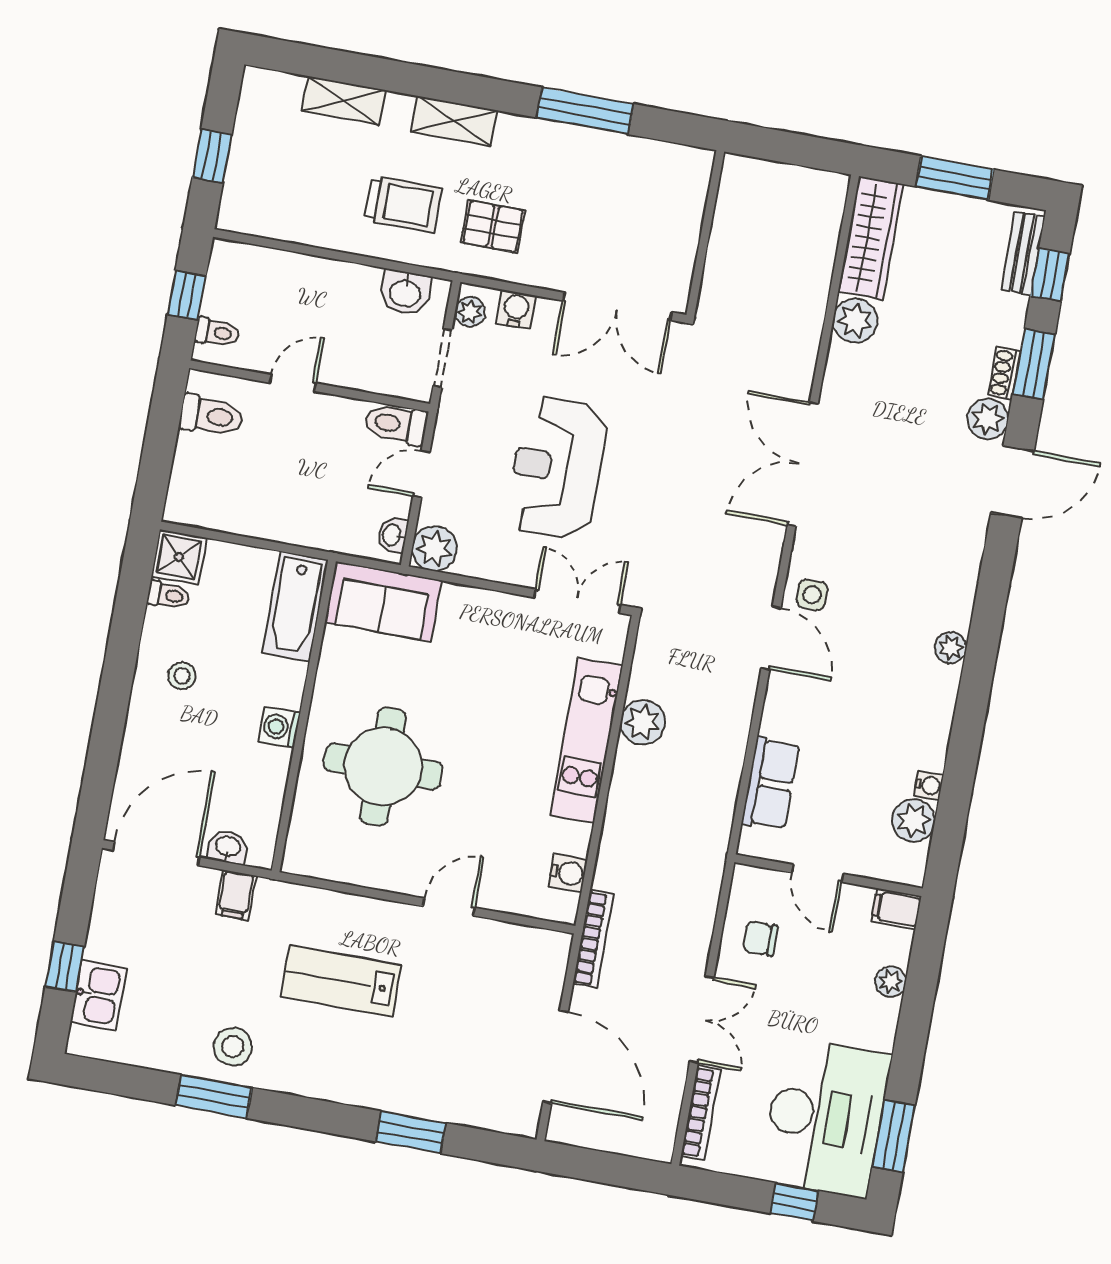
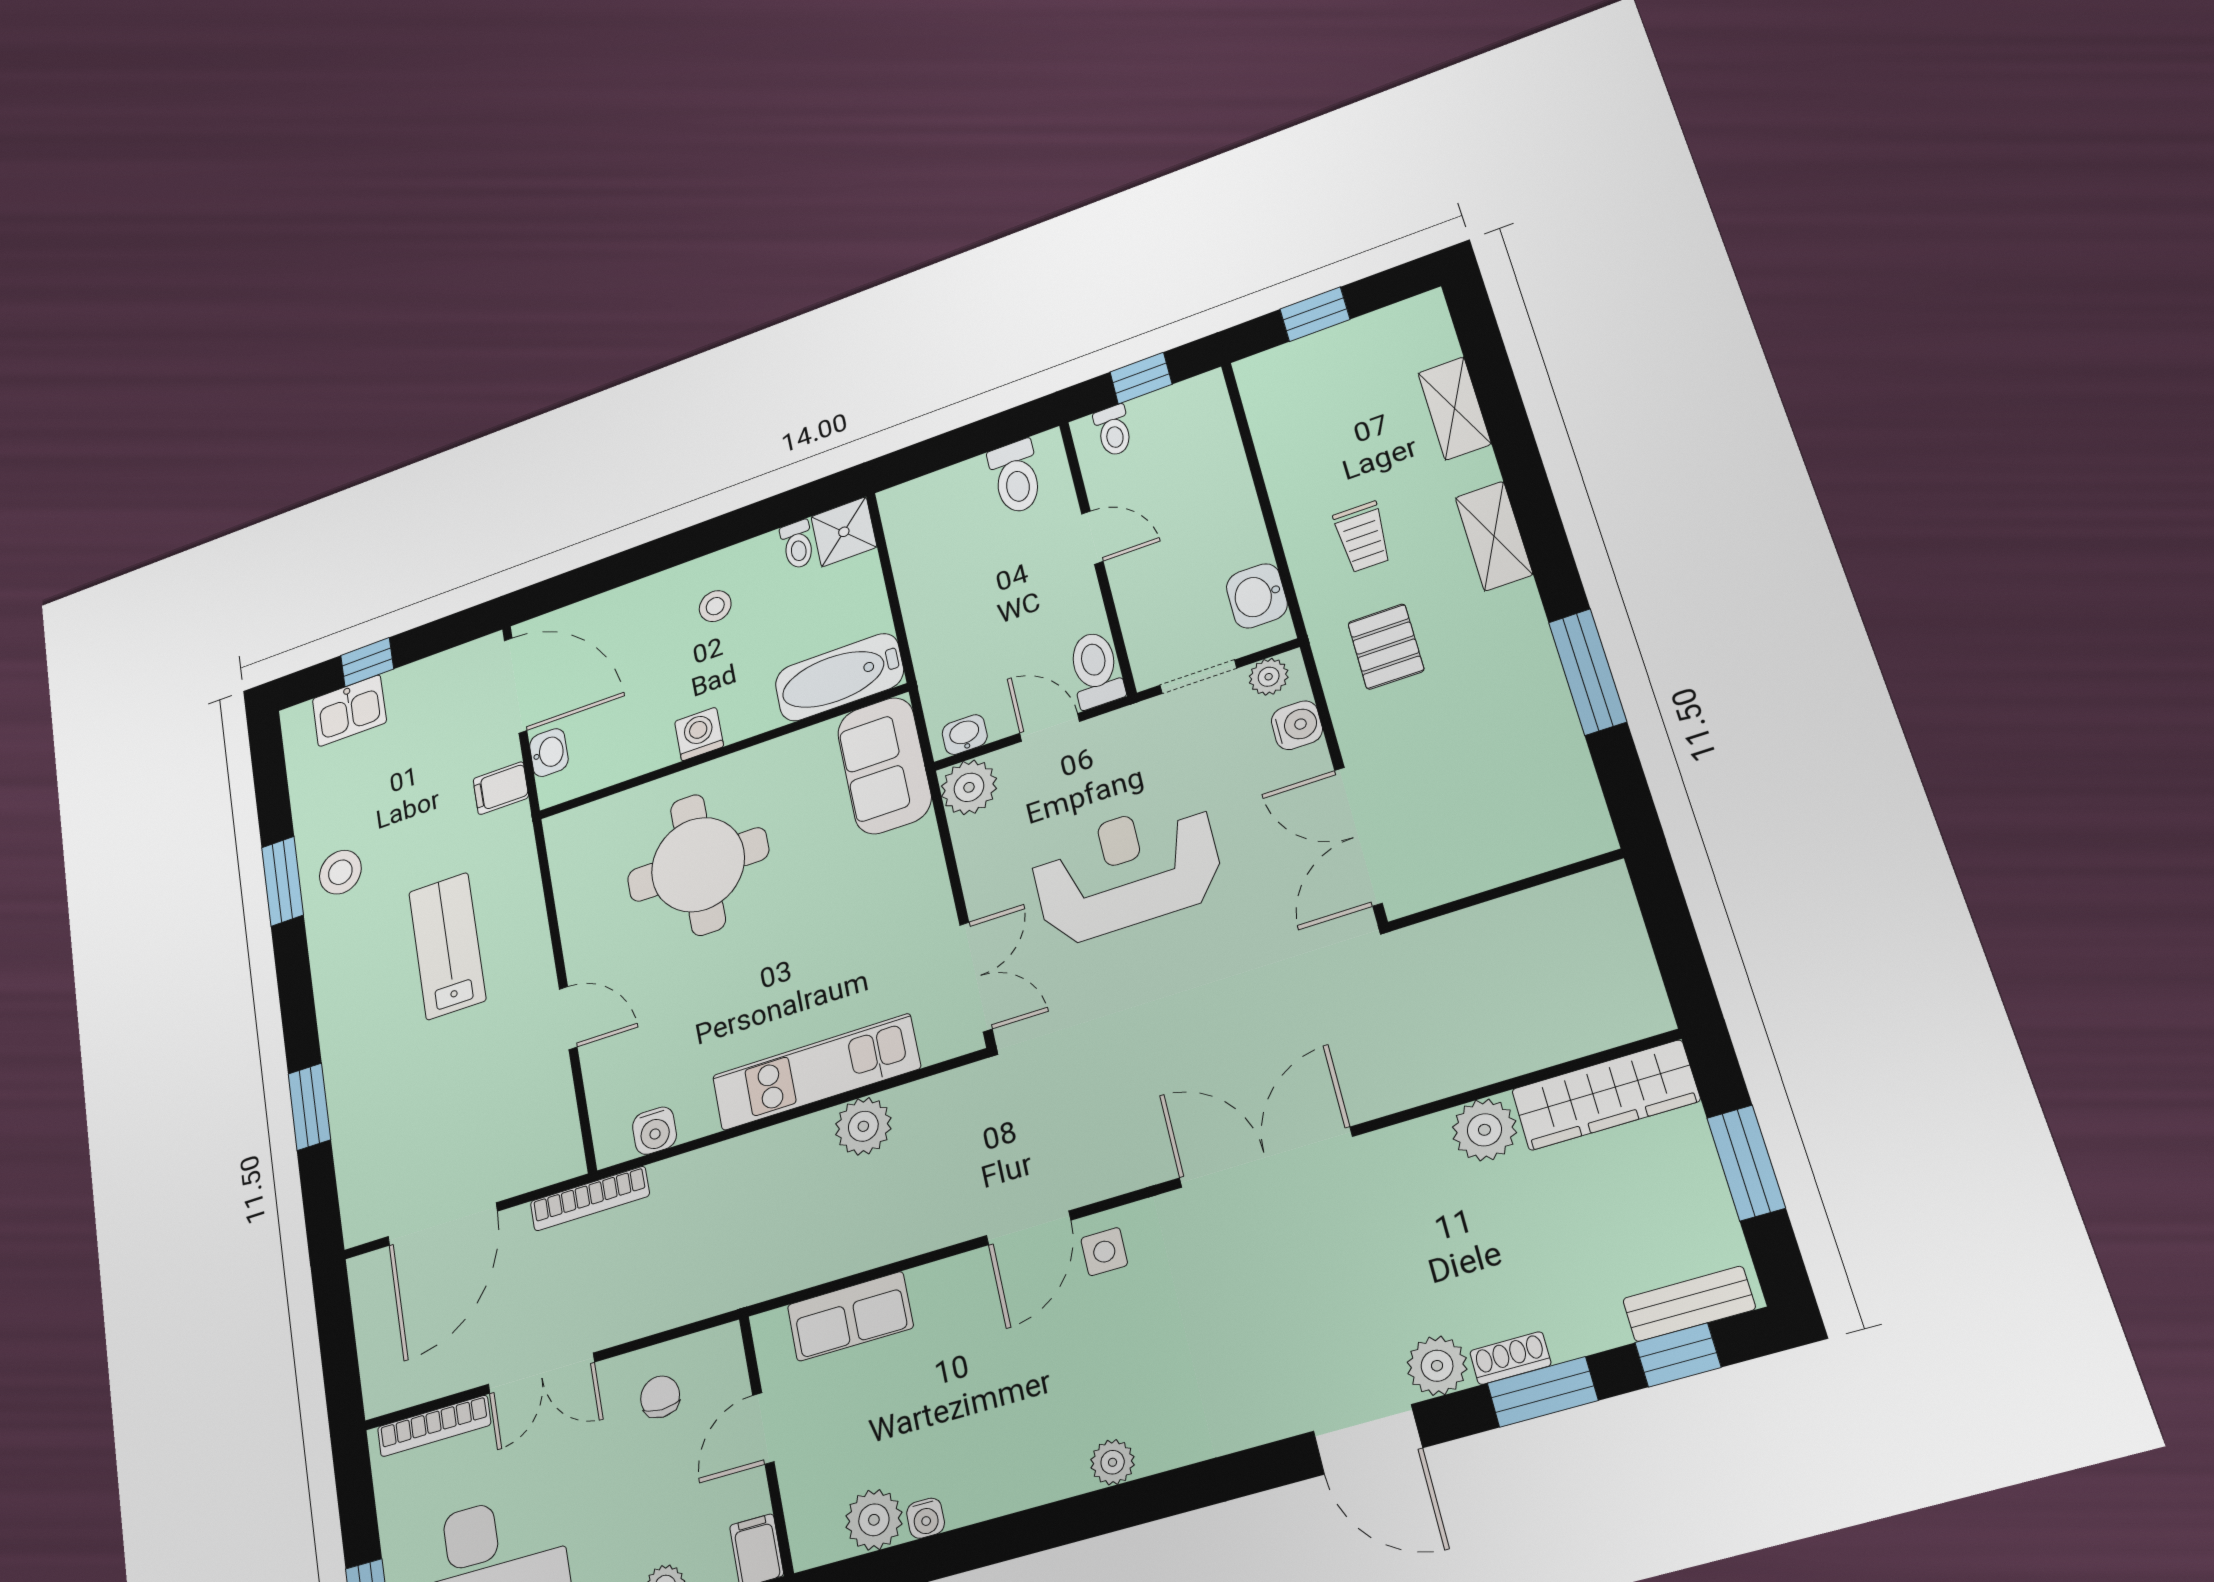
trolley: (403, 204) -> (1362, 537), width x0.73, depth x0.72

